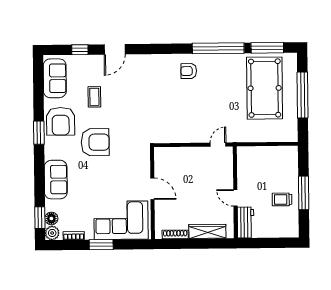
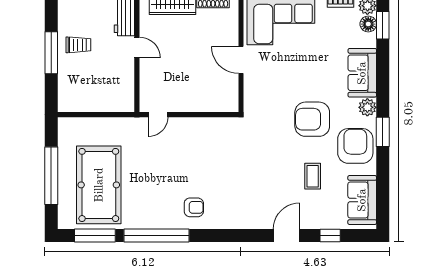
plant: (51, 152) -> (367, 107), added

